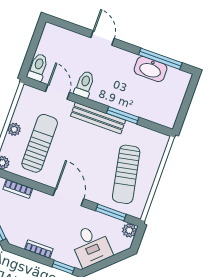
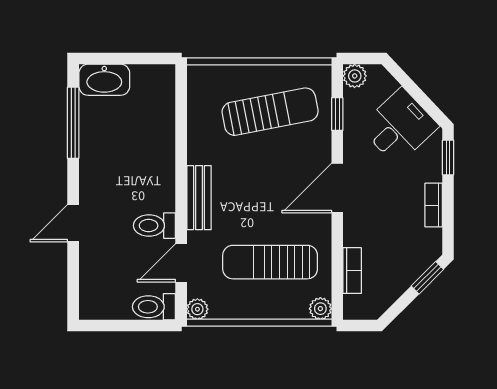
washbasin: (151, 69) -> (104, 80), moved, turned 90
window: (123, 115) -> (181, 150), removed
bench: (98, 118) -> (199, 198), width x0.73
plant: (14, 129) -> (197, 309), moved
window: (111, 212) -> (337, 114), width x0.67

